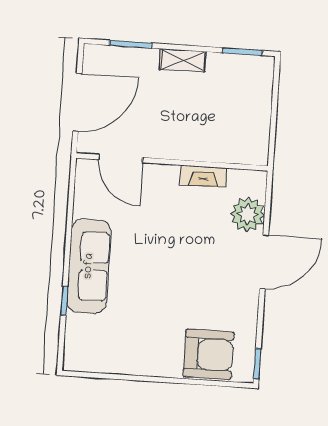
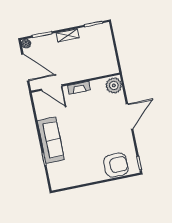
boiler: (93, 54) -> (26, 44), added
door: (77, 102) -> (25, 68), hinge flipped
fireplace: (203, 176) -> (79, 88), moved
plant: (248, 214) -> (114, 85), moved

